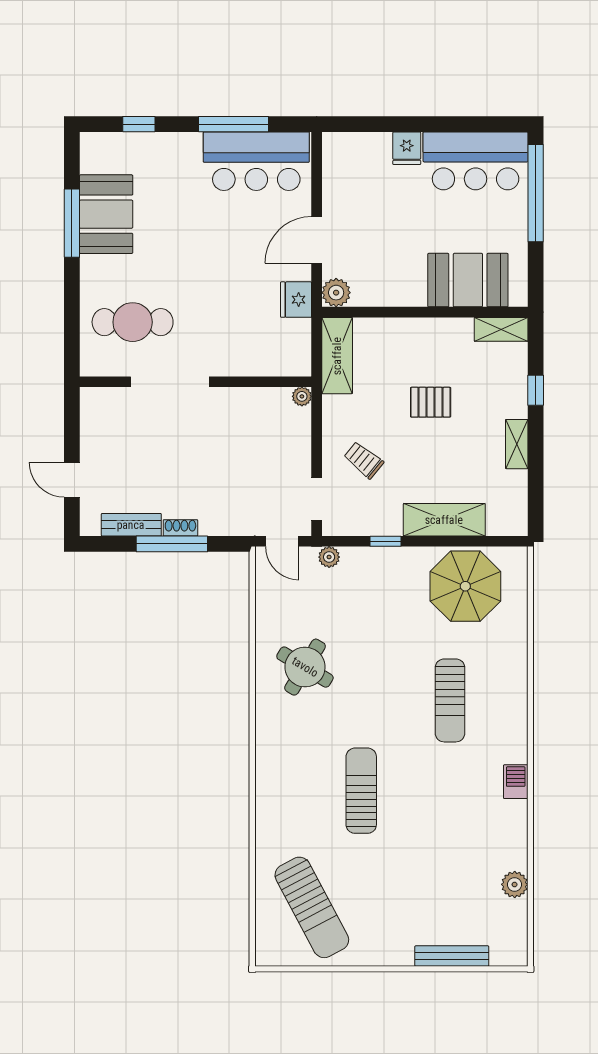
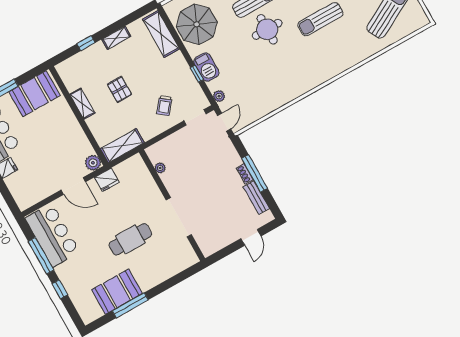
window: (139, 124) -> (60, 289), moved
booth: (468, 280) -> (35, 94), moved, turned 90
cafe table: (133, 322) -> (130, 239), moved, turned 90
shelving: (501, 329) -> (82, 104), moved
plant: (302, 396) -> (160, 168), moved
shelving: (444, 520) -> (161, 34), moved
barbecue: (387, 563) -> (206, 67), added
round table: (305, 667) -> (267, 29), moved, turned -31

